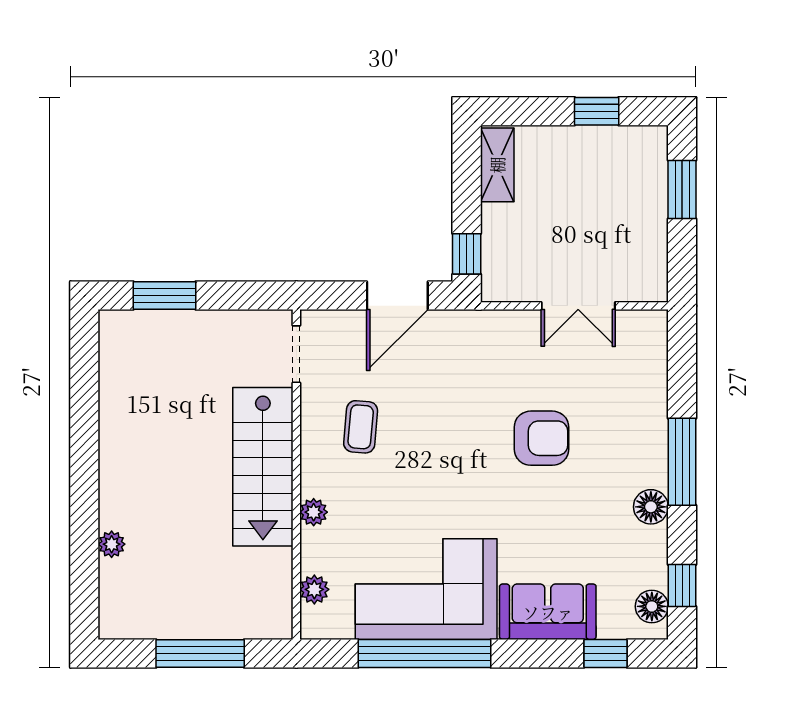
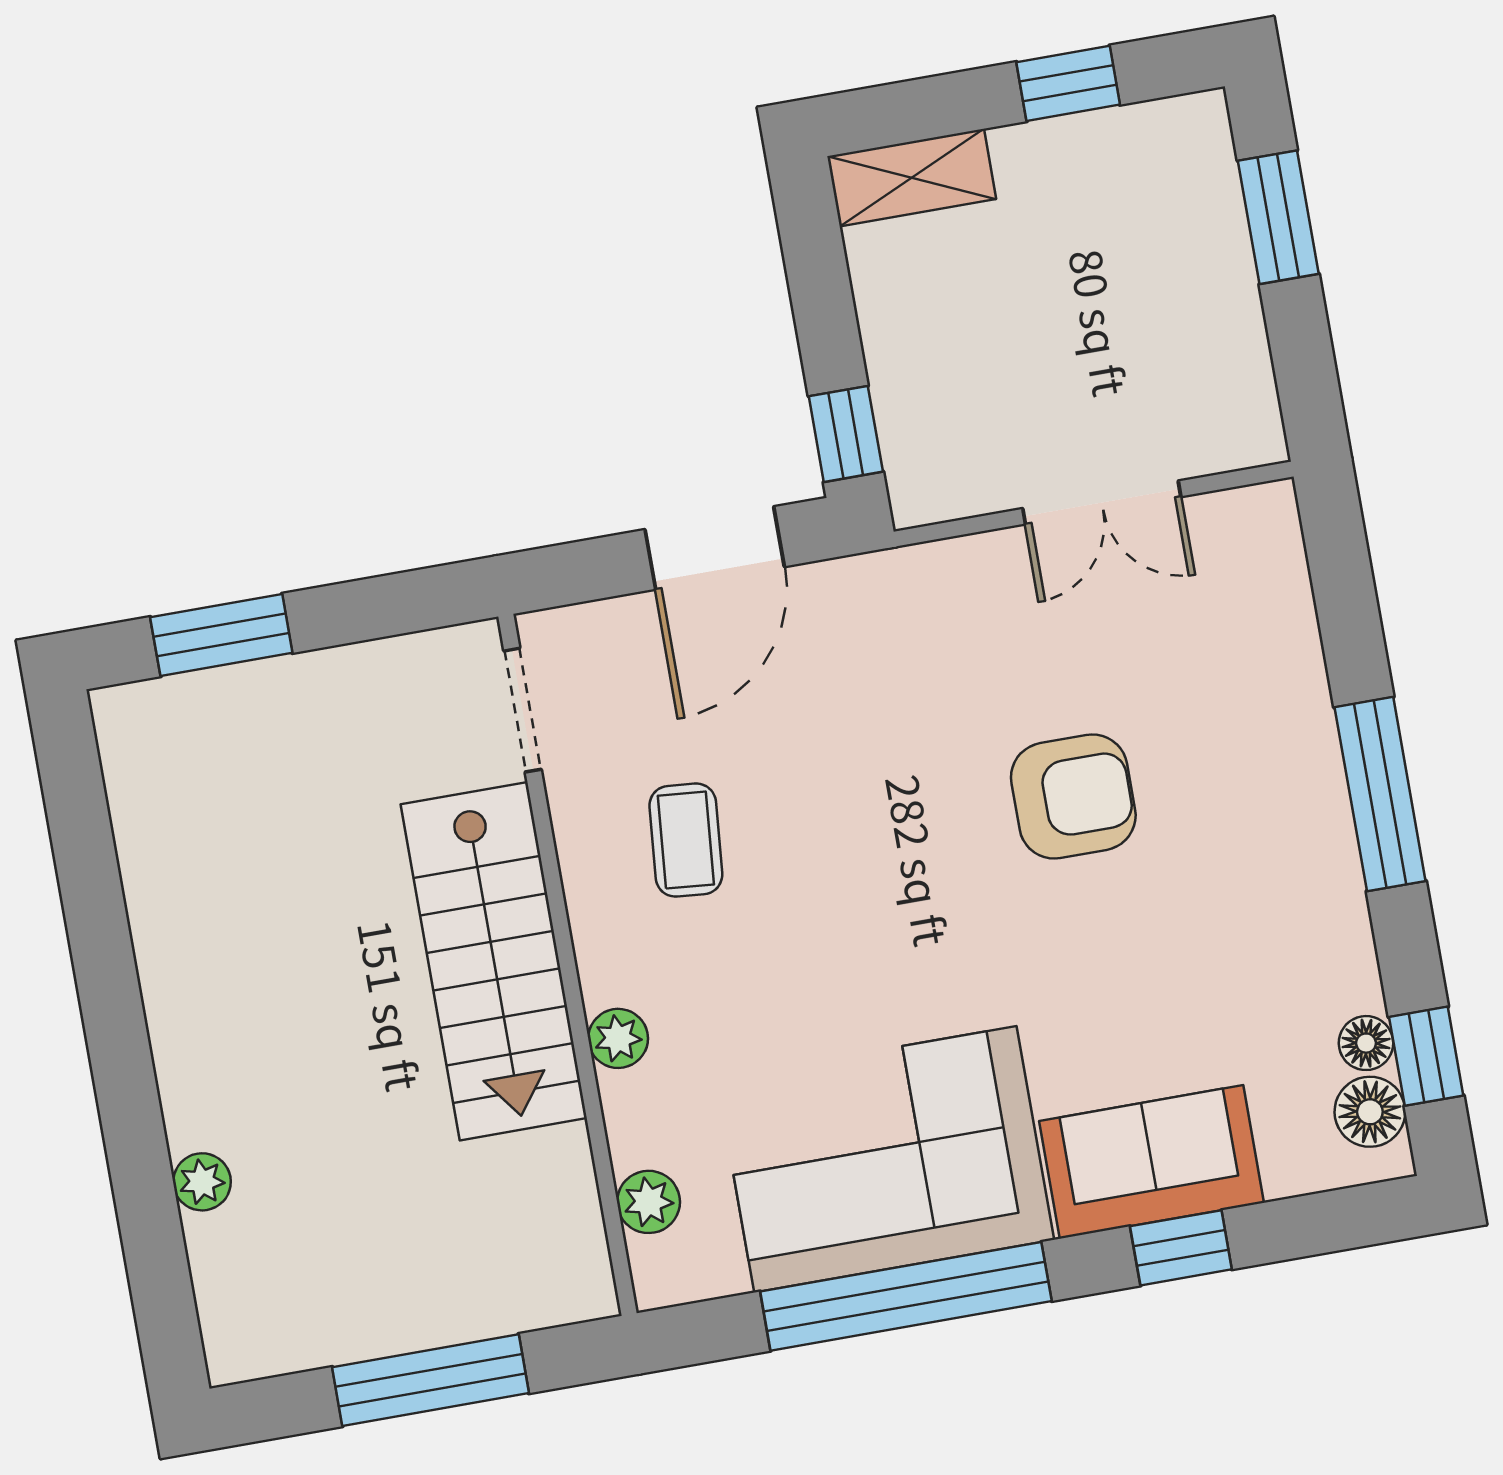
shelving: (497, 165) -> (912, 178), moved, turned 90
floor lamp: (651, 507) -> (1366, 1043), moved, width x0.73, depth x0.73
window: (606, 653) -> (1181, 1248), moved

